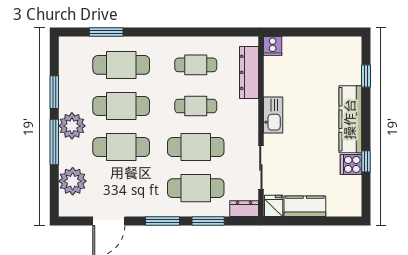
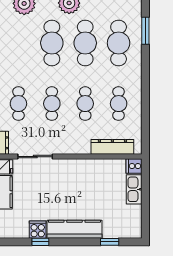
kitchen sink: (273, 115) -> (134, 189), moved, turned 90
cafe table: (196, 147) -> (52, 104), width x0.73, depth x0.74
cafe table: (196, 188) -> (18, 104), width x0.73, depth x0.74

